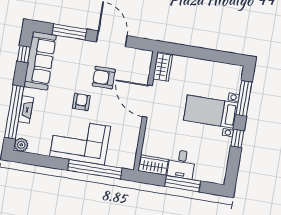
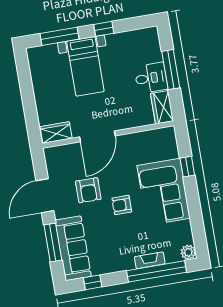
sofa: (40, 61) -> (73, 248), moved, turned 90
window: (95, 169) -> (187, 167), width x0.32

